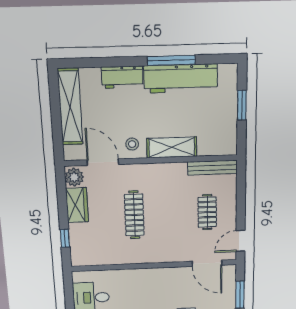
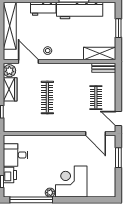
shelving: (172, 147) -> (100, 54), moved
bench: (212, 168) -> (104, 68), width x0.73
door: (240, 241) -> (118, 119), hinge flipped

